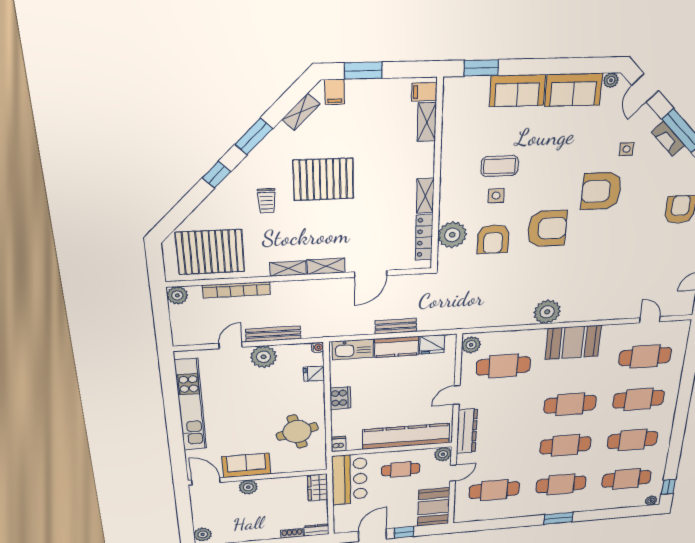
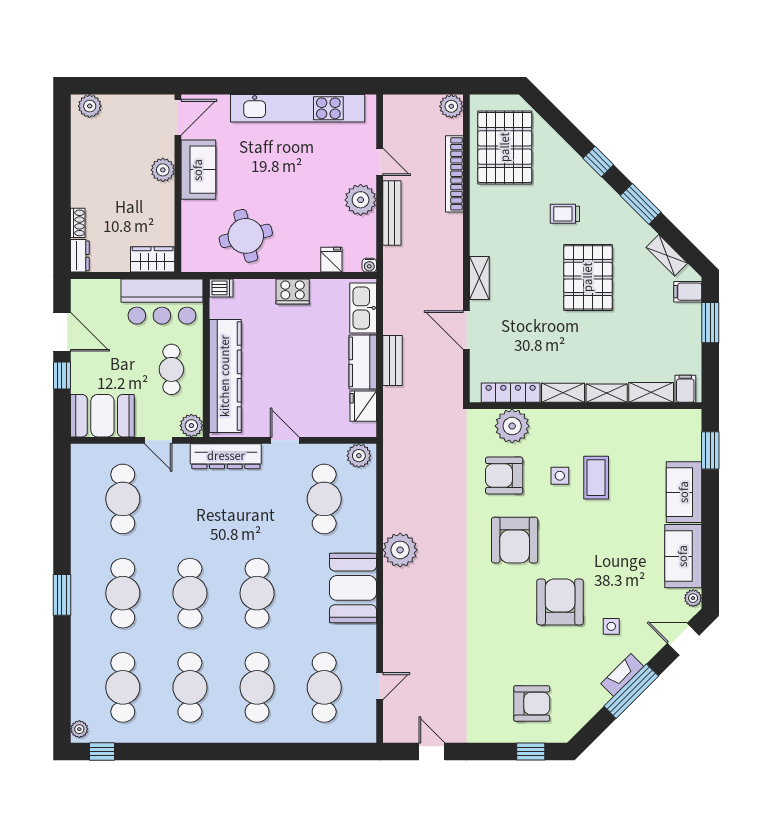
shelving: (288, 269) -> (607, 393), moved, turned 90

